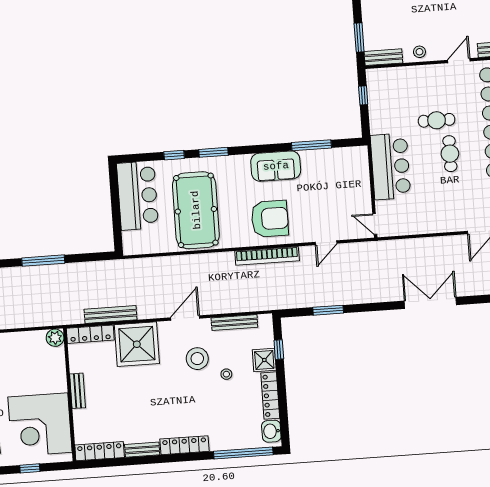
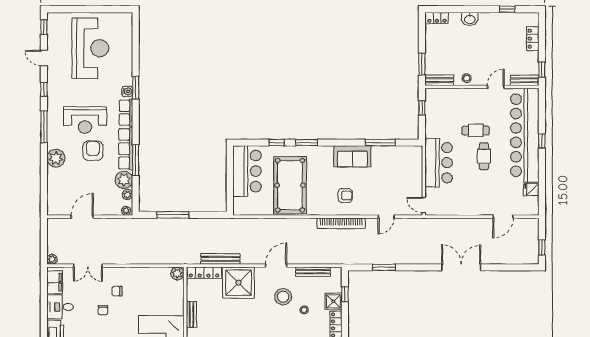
armchair: (270, 219) -> (345, 196), width x0.53, depth x0.53

